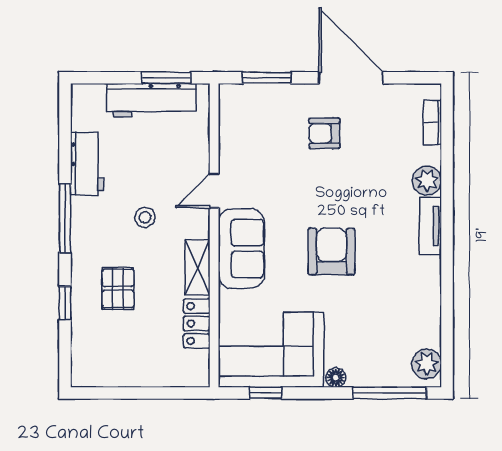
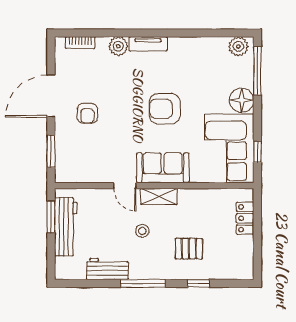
shelving: (197, 267) -> (159, 197), moved
locker: (197, 324) -> (245, 218), moved, turned 90
floor lamp: (336, 377) -> (242, 100), width x1.89, depth x1.89

